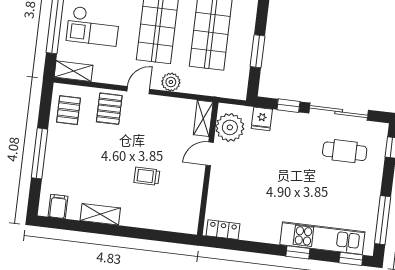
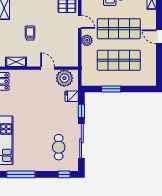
shelving: (203, 118) -> (16, 62), moved

